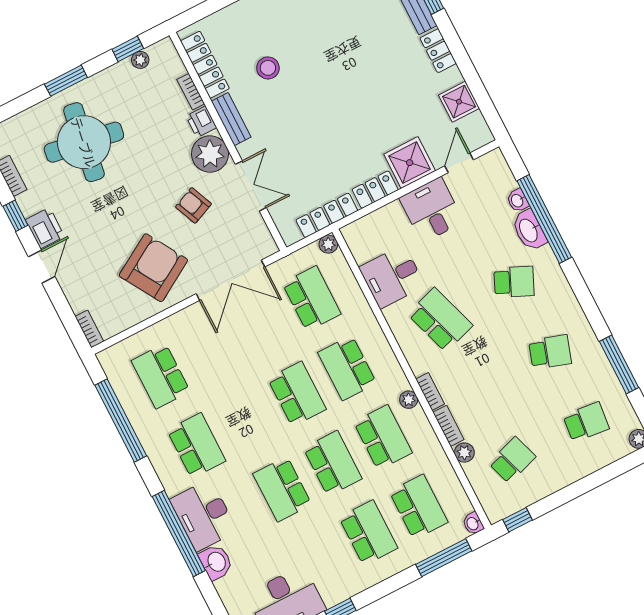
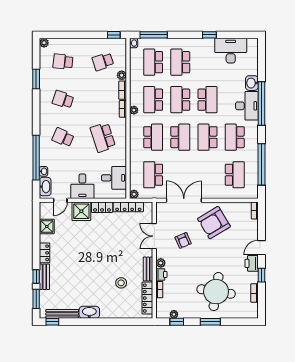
plant: (210, 154) -> (161, 263), width x0.53, depth x0.53
washbasin: (529, 230) -> (45, 187), moved
desk: (392, 277) -> (114, 178), moved
window: (619, 364) -> (36, 79), width x0.69
school desk: (297, 394) -> (180, 137), turned 180
school desk: (247, 420) -> (207, 137), added

